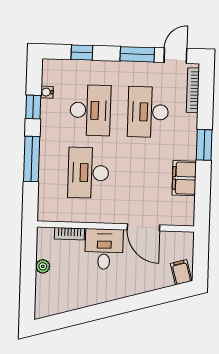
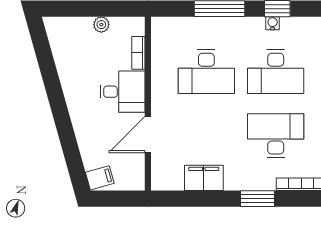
water cooler: (47, 92) -> (273, 23), moved
window: (204, 145) -> (257, 199), moved
desk: (88, 173) -> (206, 72), turned 180

